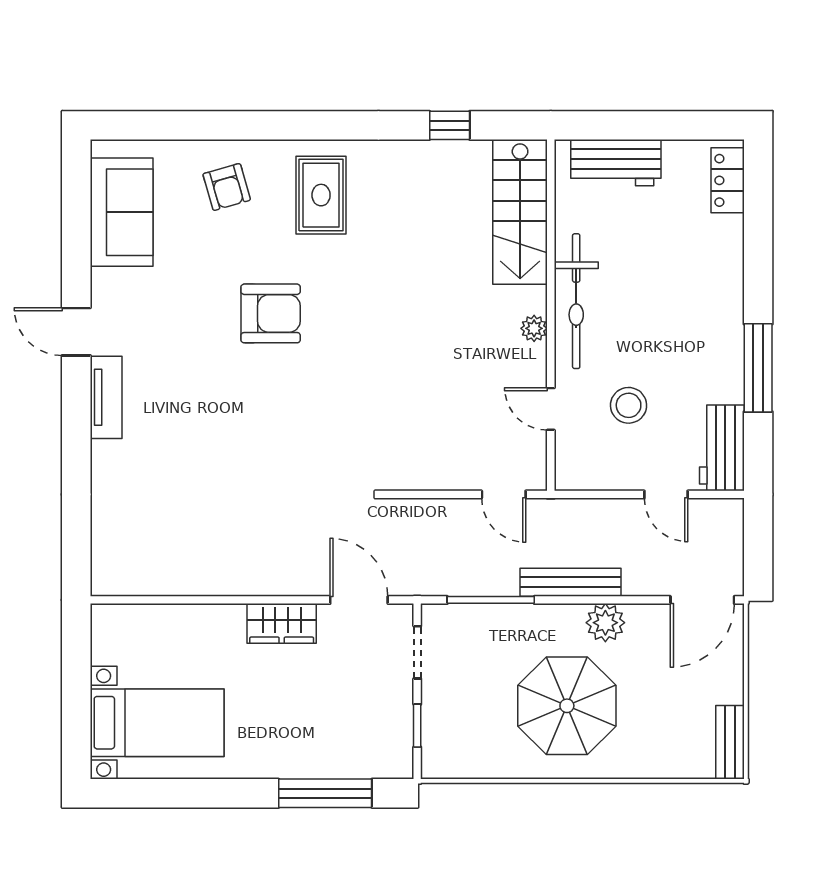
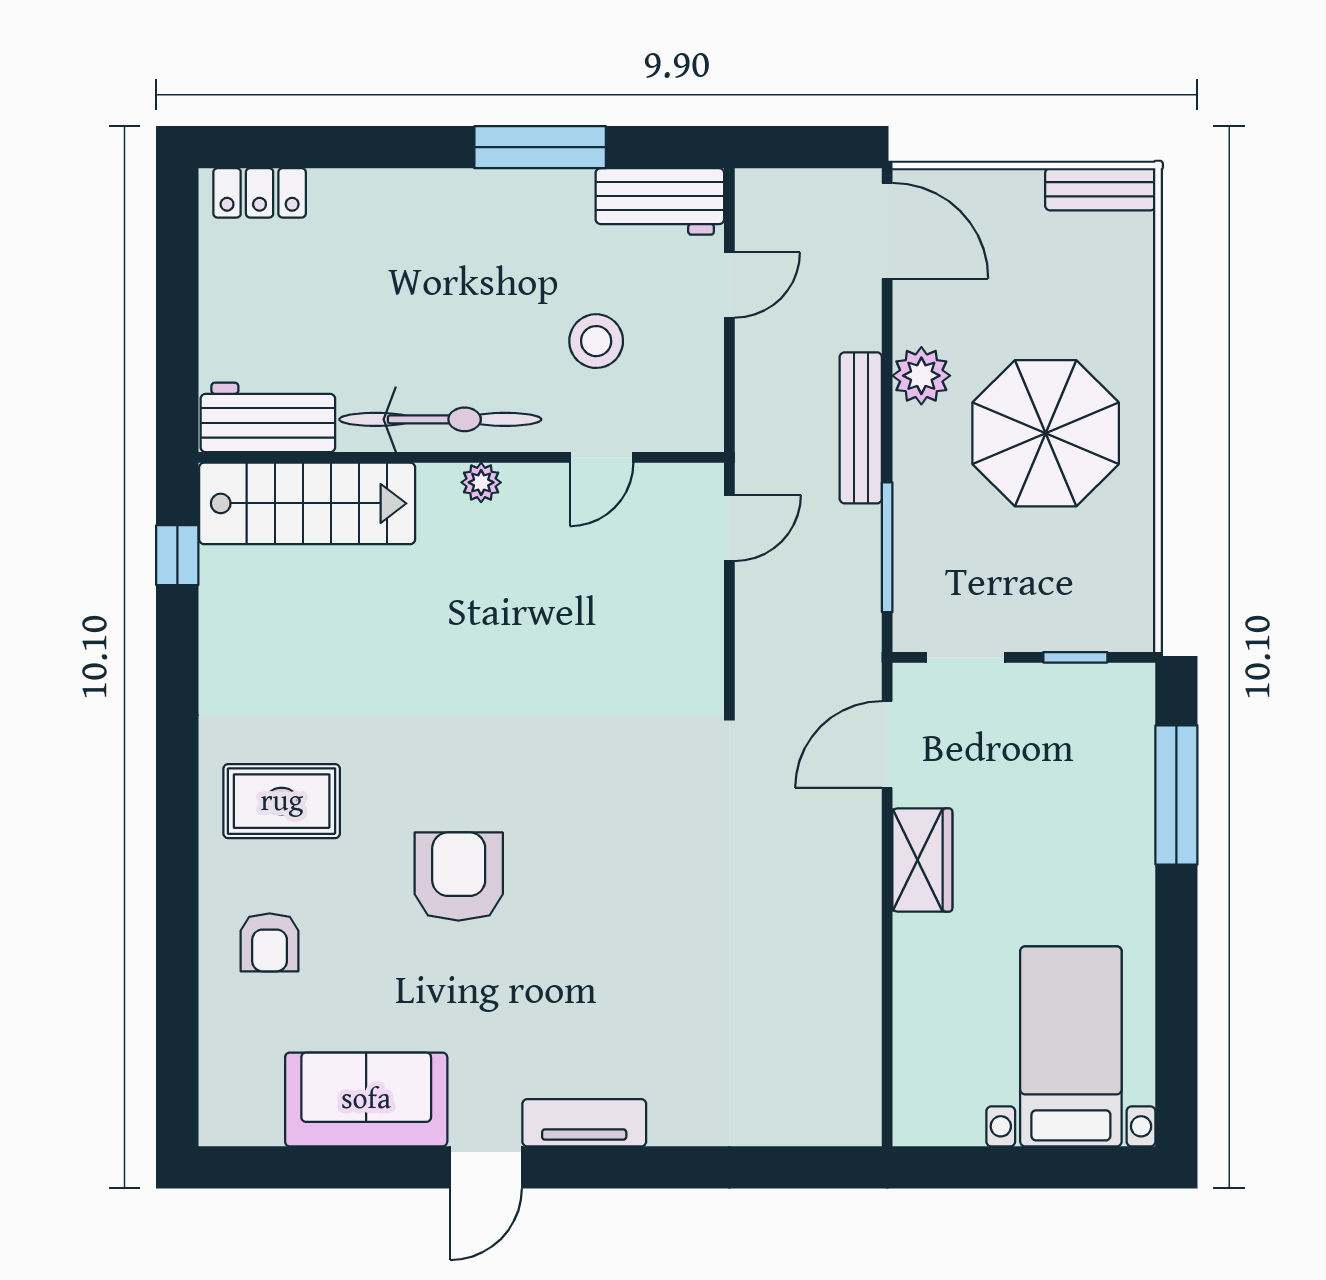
window: (450, 125) -> (177, 555), moved
workbench: (616, 163) -> (268, 417), moved, turned -90
armchair: (227, 187) -> (270, 942), turned 106
sofa: (122, 212) -> (366, 1099), moved

